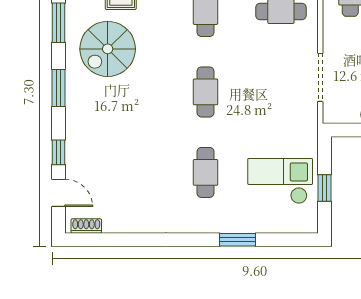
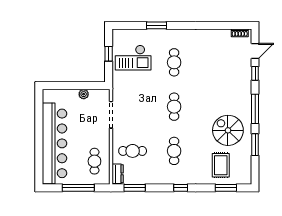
spiral stairs: (108, 49) -> (228, 130), turned -90
window: (59, 88) -> (255, 109), width x1.44
door: (59, 193) -> (255, 51), swing flipped

